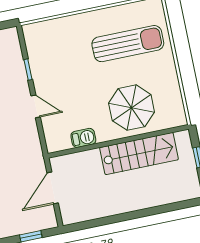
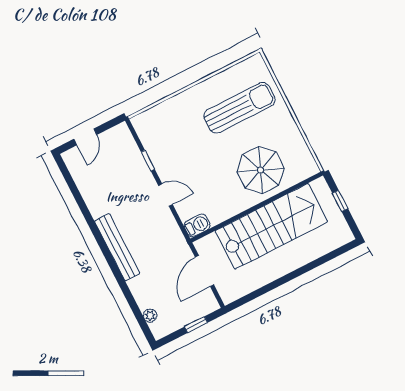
barbecue: (83, 138) -> (197, 225), moved
stairs: (139, 154) -> (271, 226), width x1.36, depth x1.51

